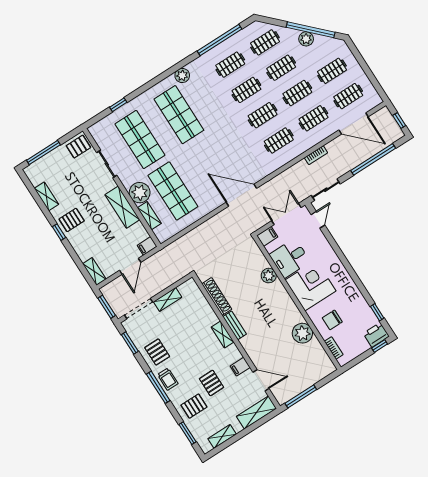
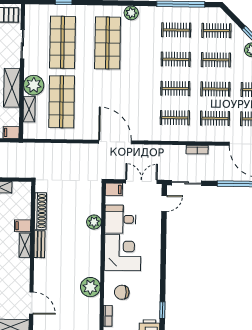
filing cabinet: (240, 367) -> (23, 226), moved

